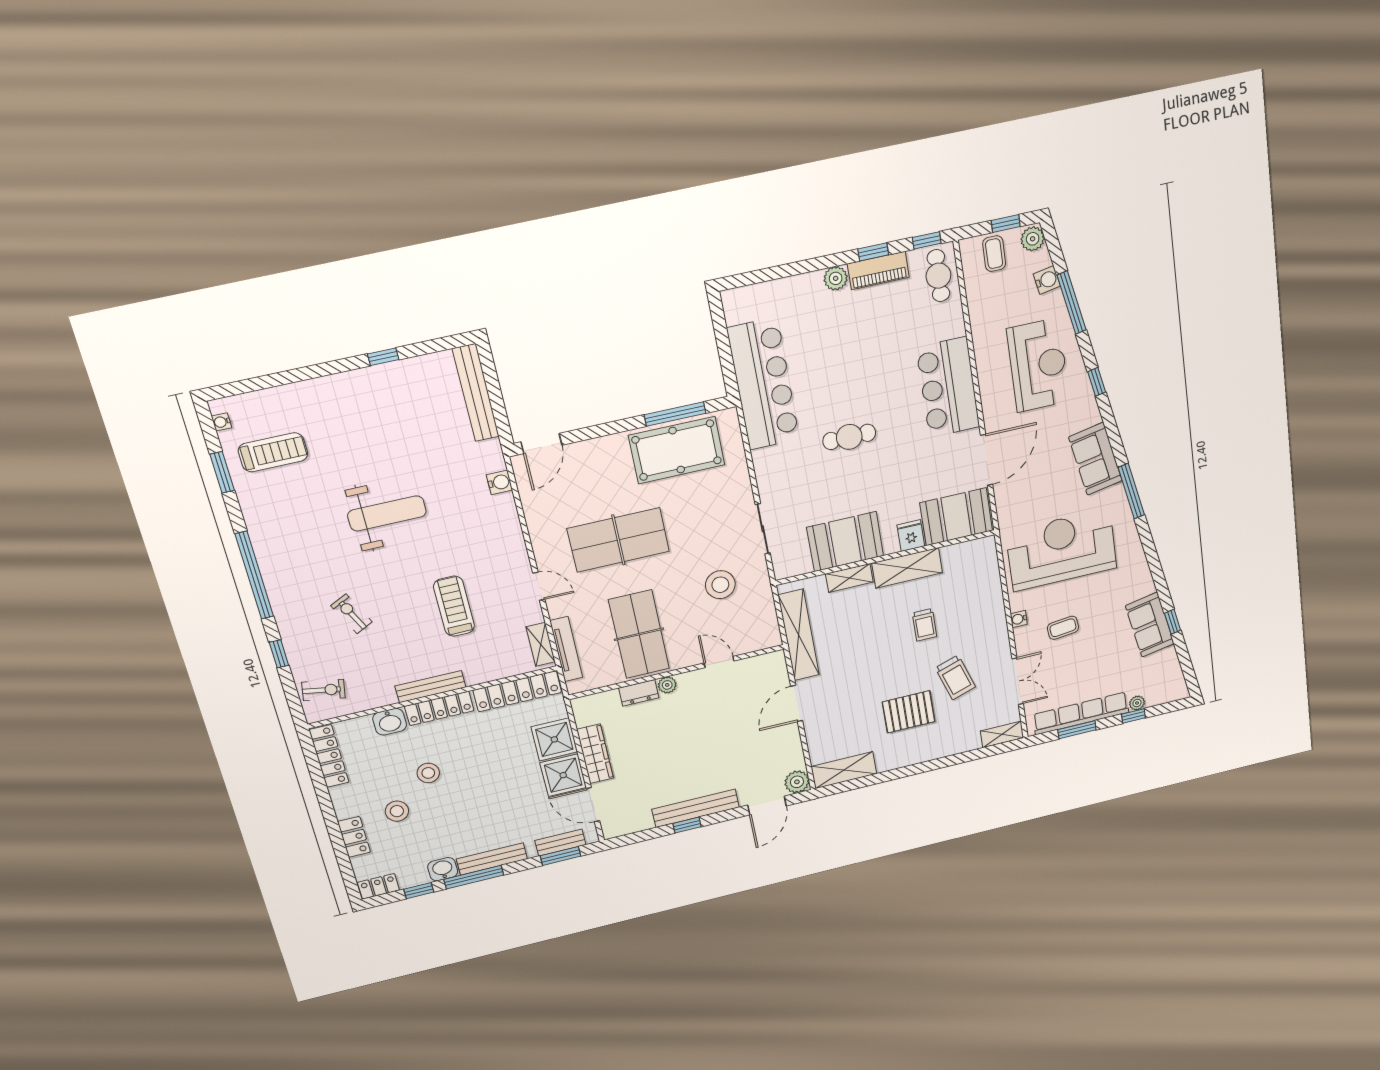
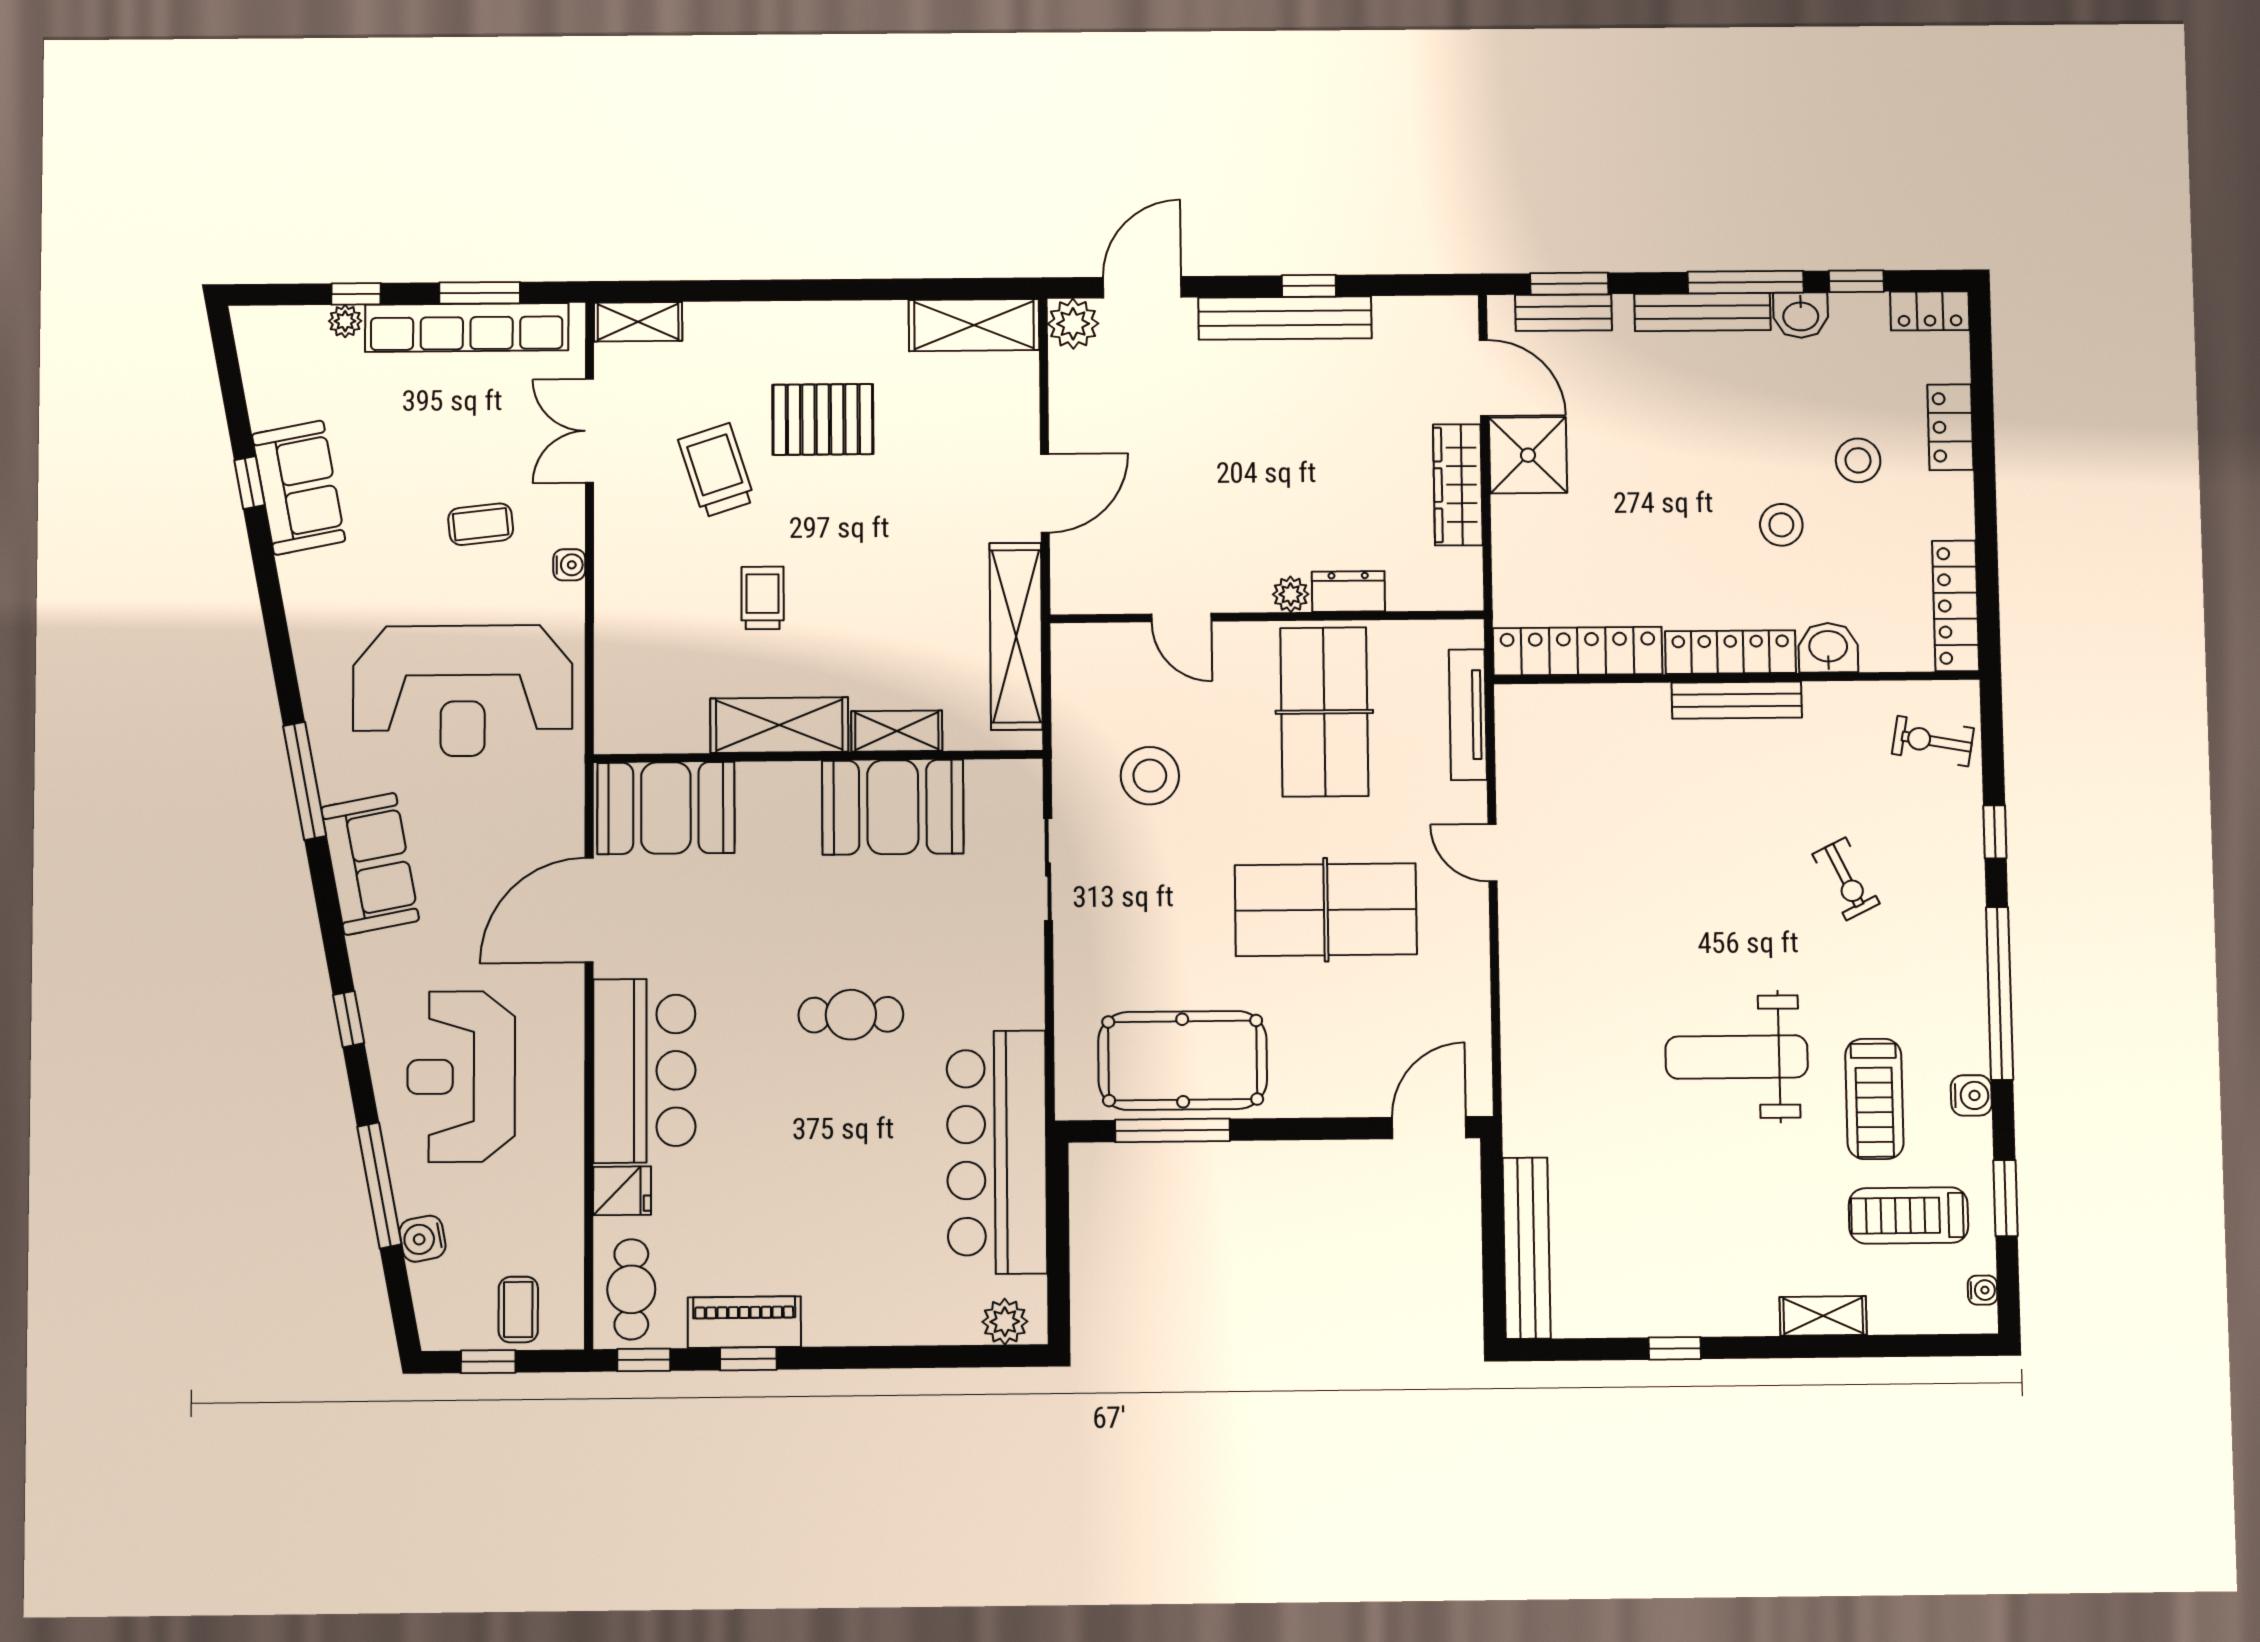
plant: (1033, 239) -> (440, 1323), removed
plant: (836, 278) -> (1005, 1322), moved
water cooler: (499, 482) -> (1971, 1095), moved, turned 180
fridge: (911, 536) -> (622, 1191), moved, turned -90
treadmill: (454, 606) -> (1874, 1099), moved
shelving: (541, 644) -> (1823, 1316), moved, turned 90
shower: (554, 739) -> (1529, 535), removed

